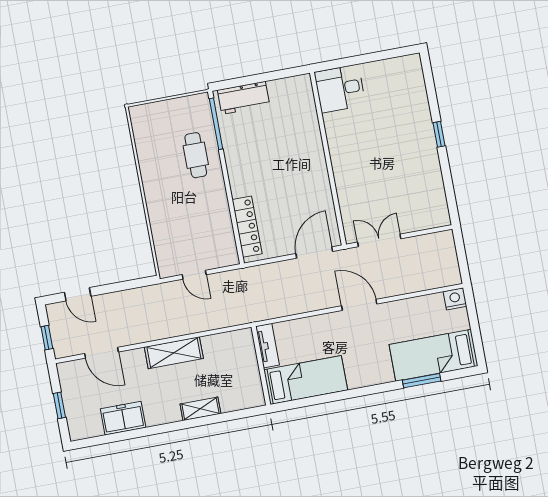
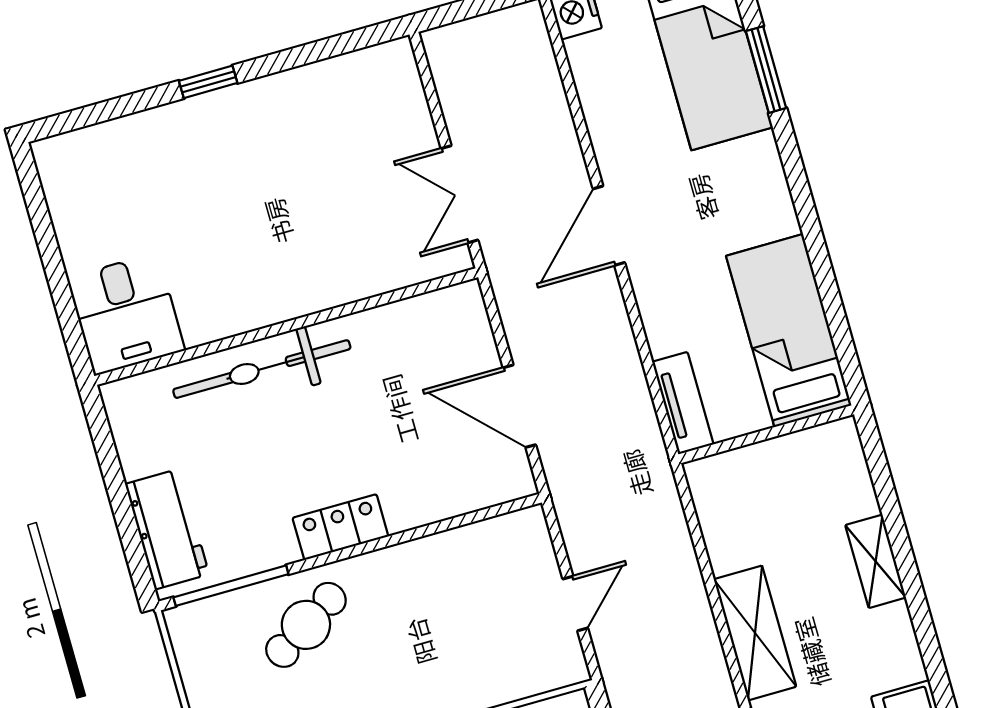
bicycle: (310, 146) -> (262, 369), added
cafe table: (196, 155) -> (306, 625), turned -32
locker: (247, 227) -> (340, 527), moved, width x0.66
door: (314, 252) -> (519, 406), moved
tv unit: (267, 346) -> (683, 403), moved, turned 90

